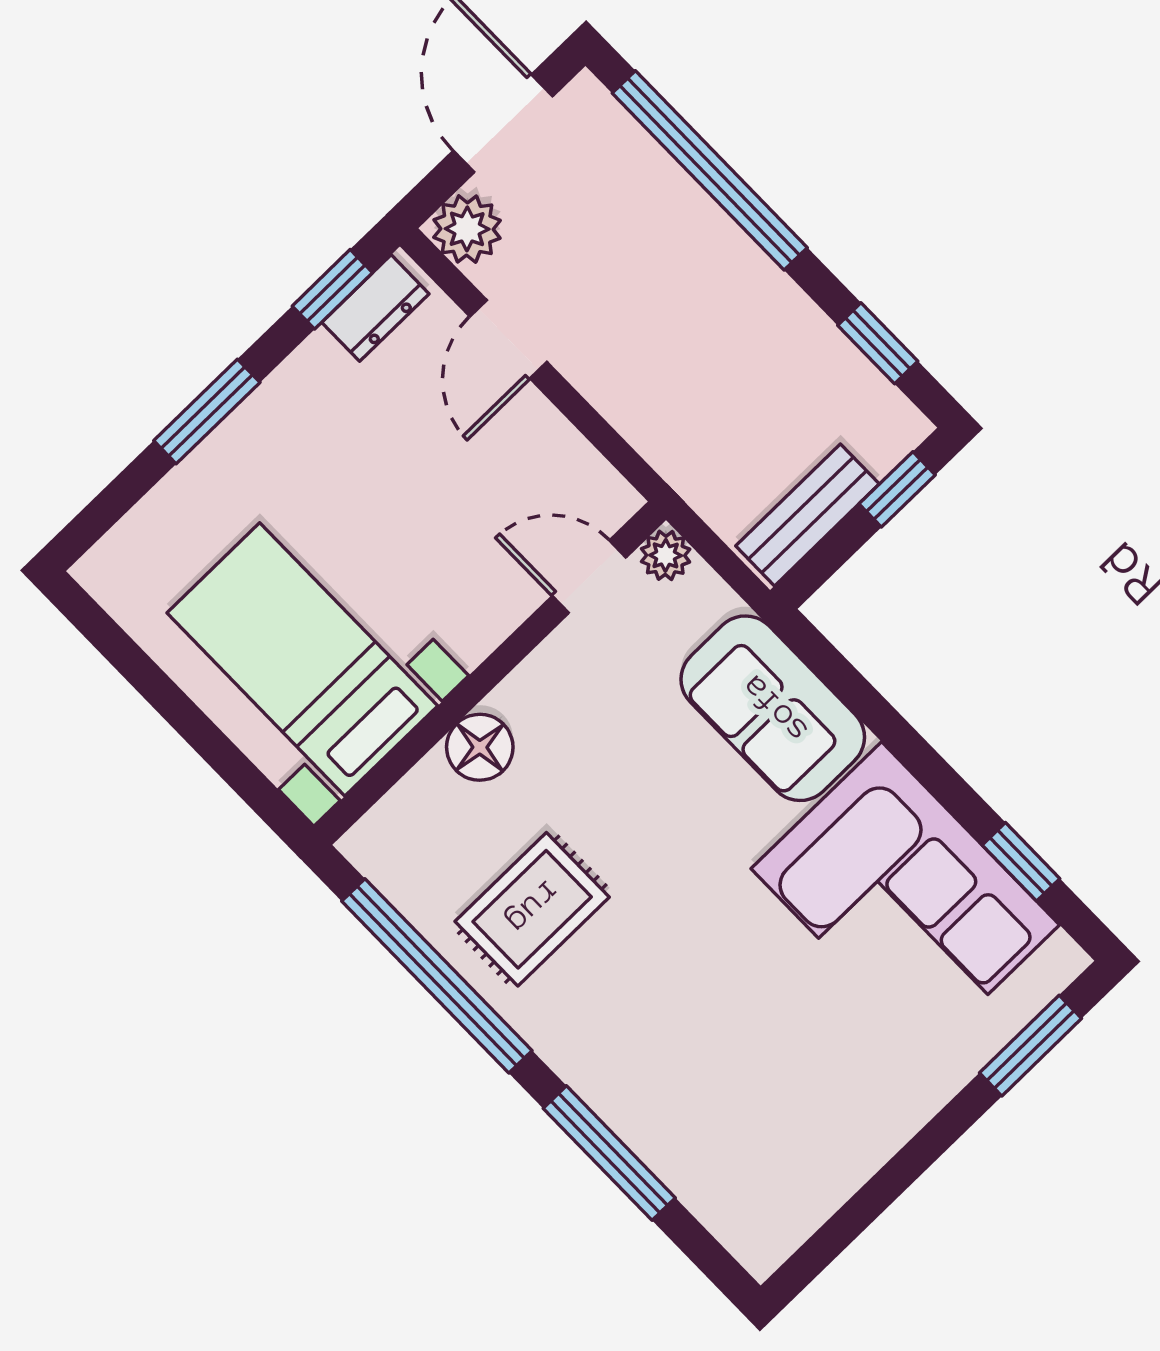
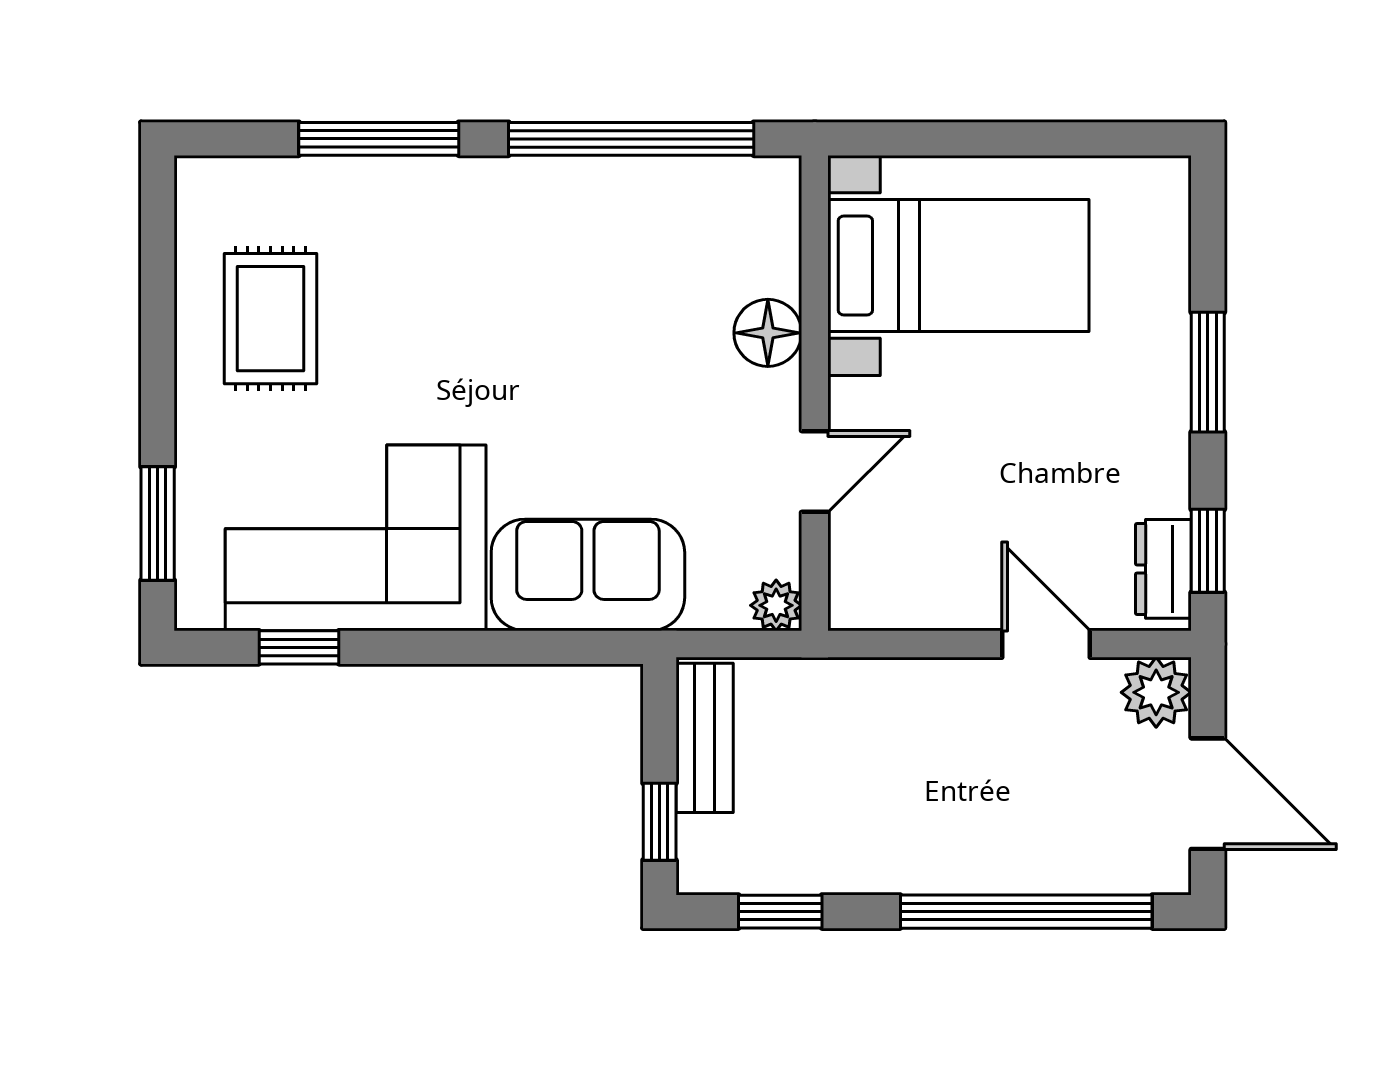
door: (589, 577) -> (815, 471), moved
rug: (532, 909) -> (271, 319), moved

